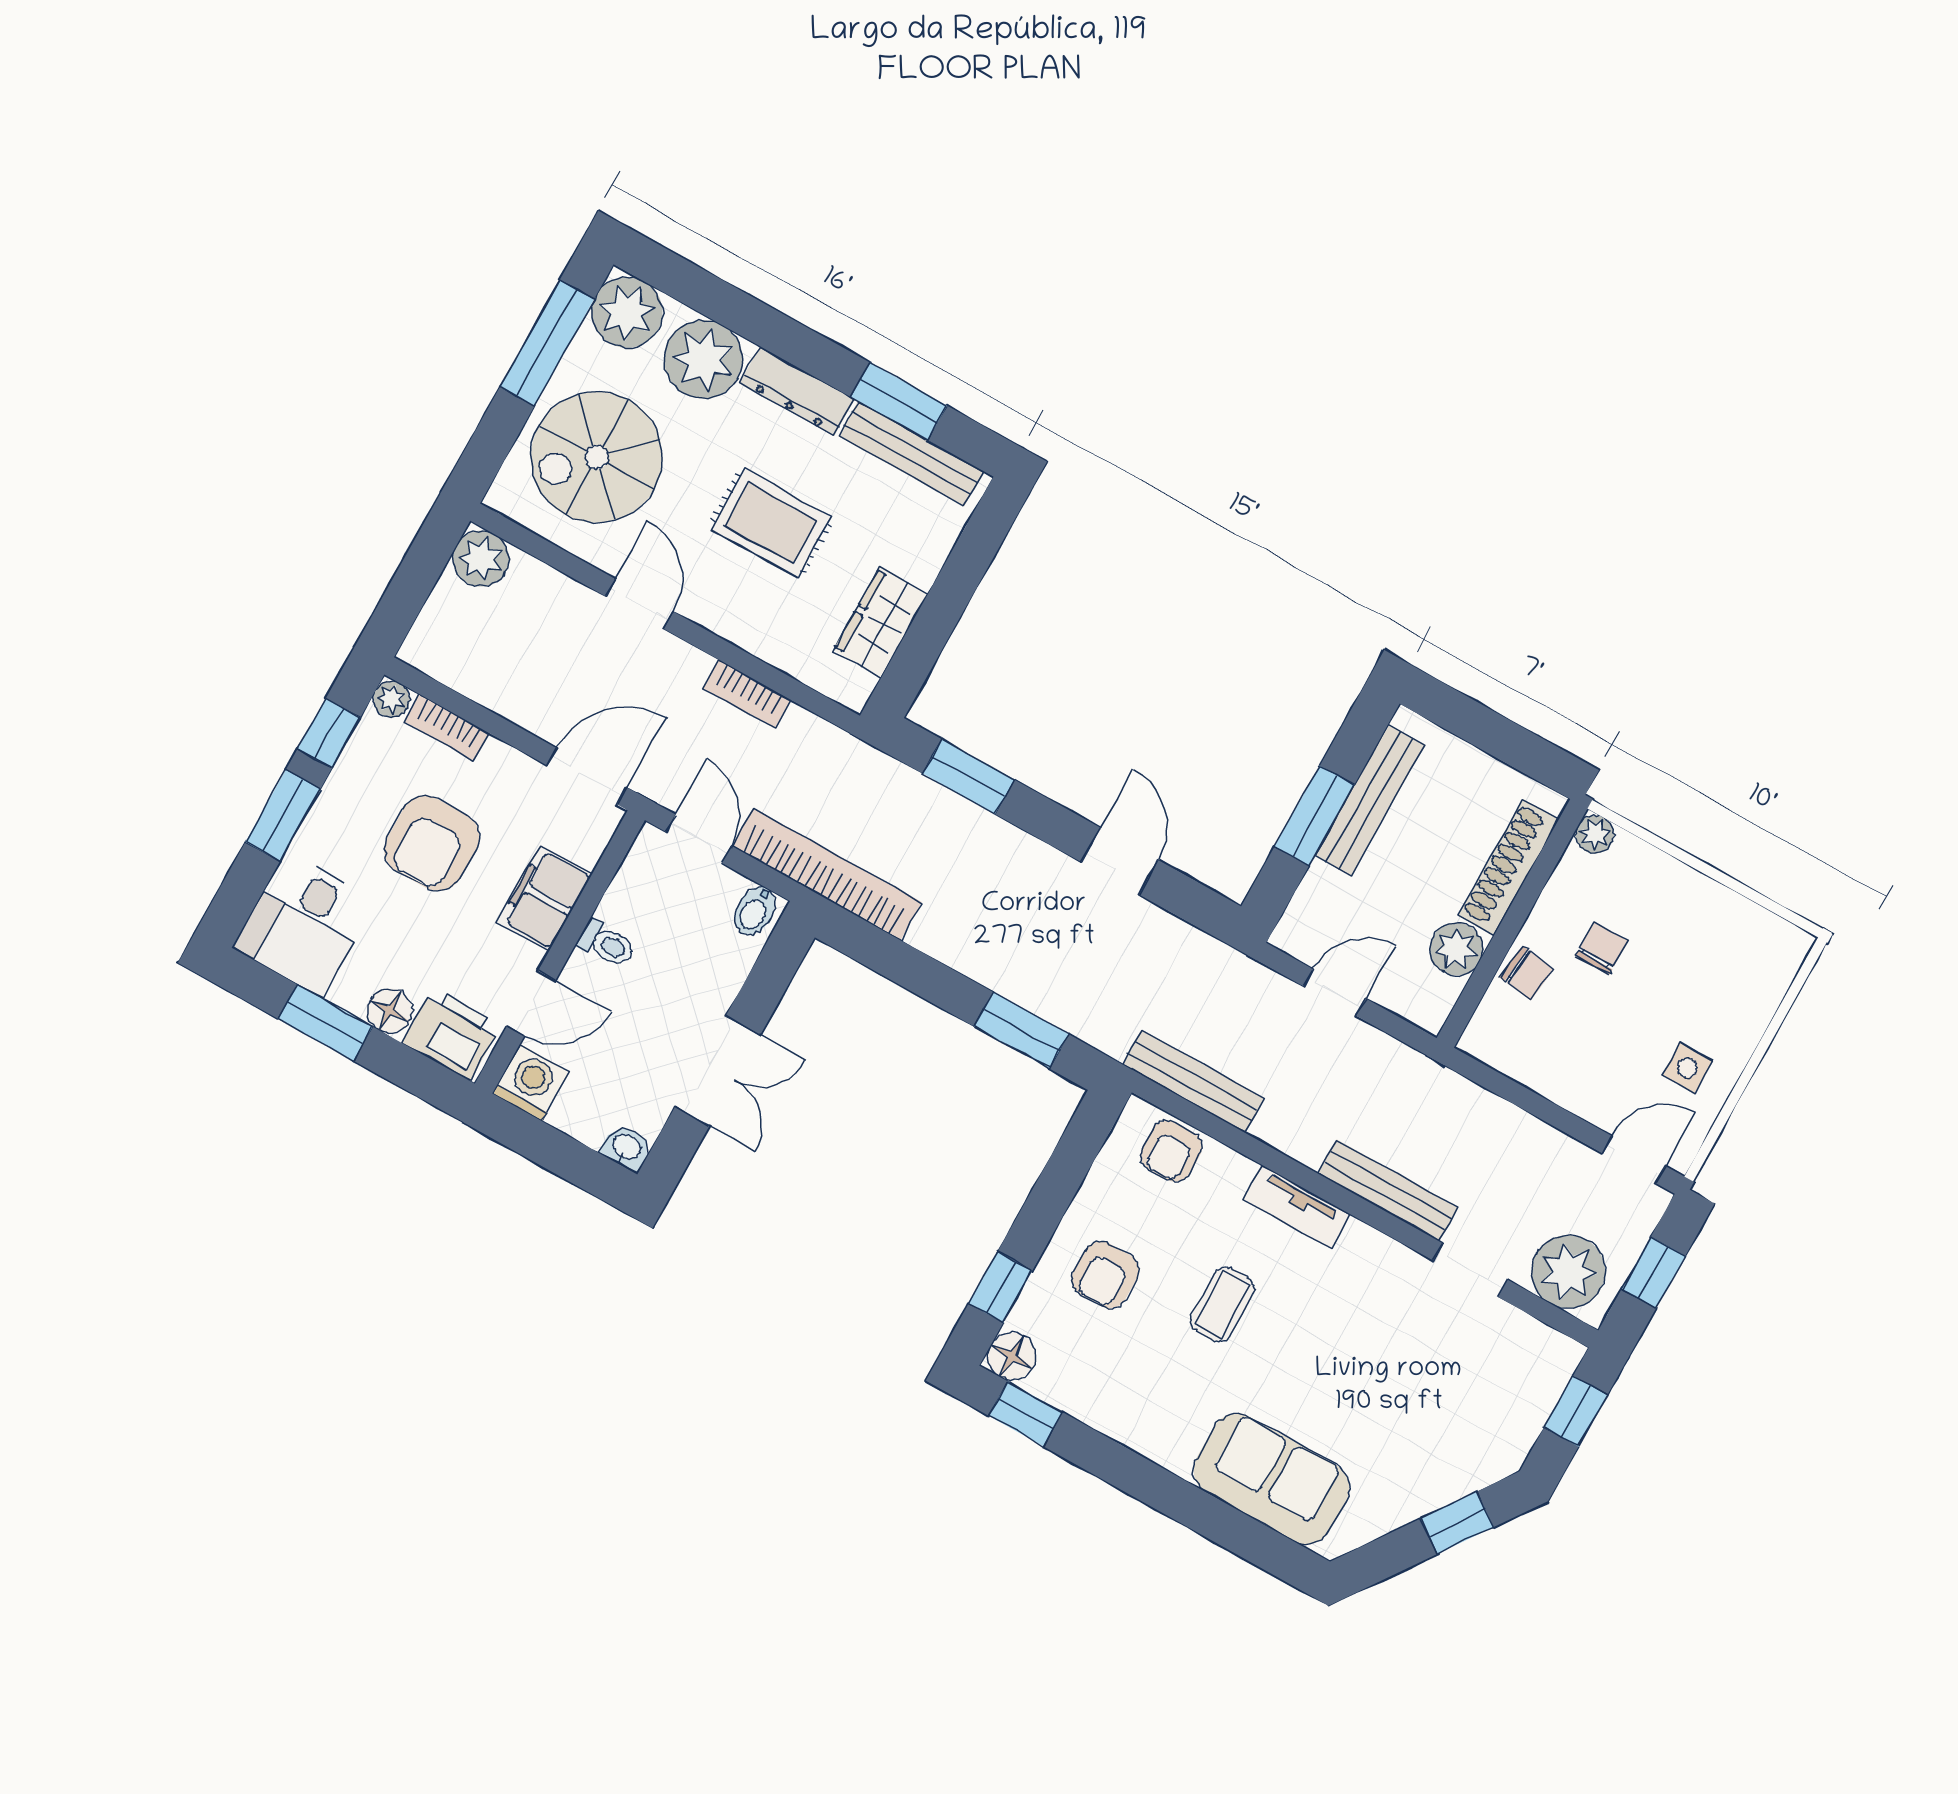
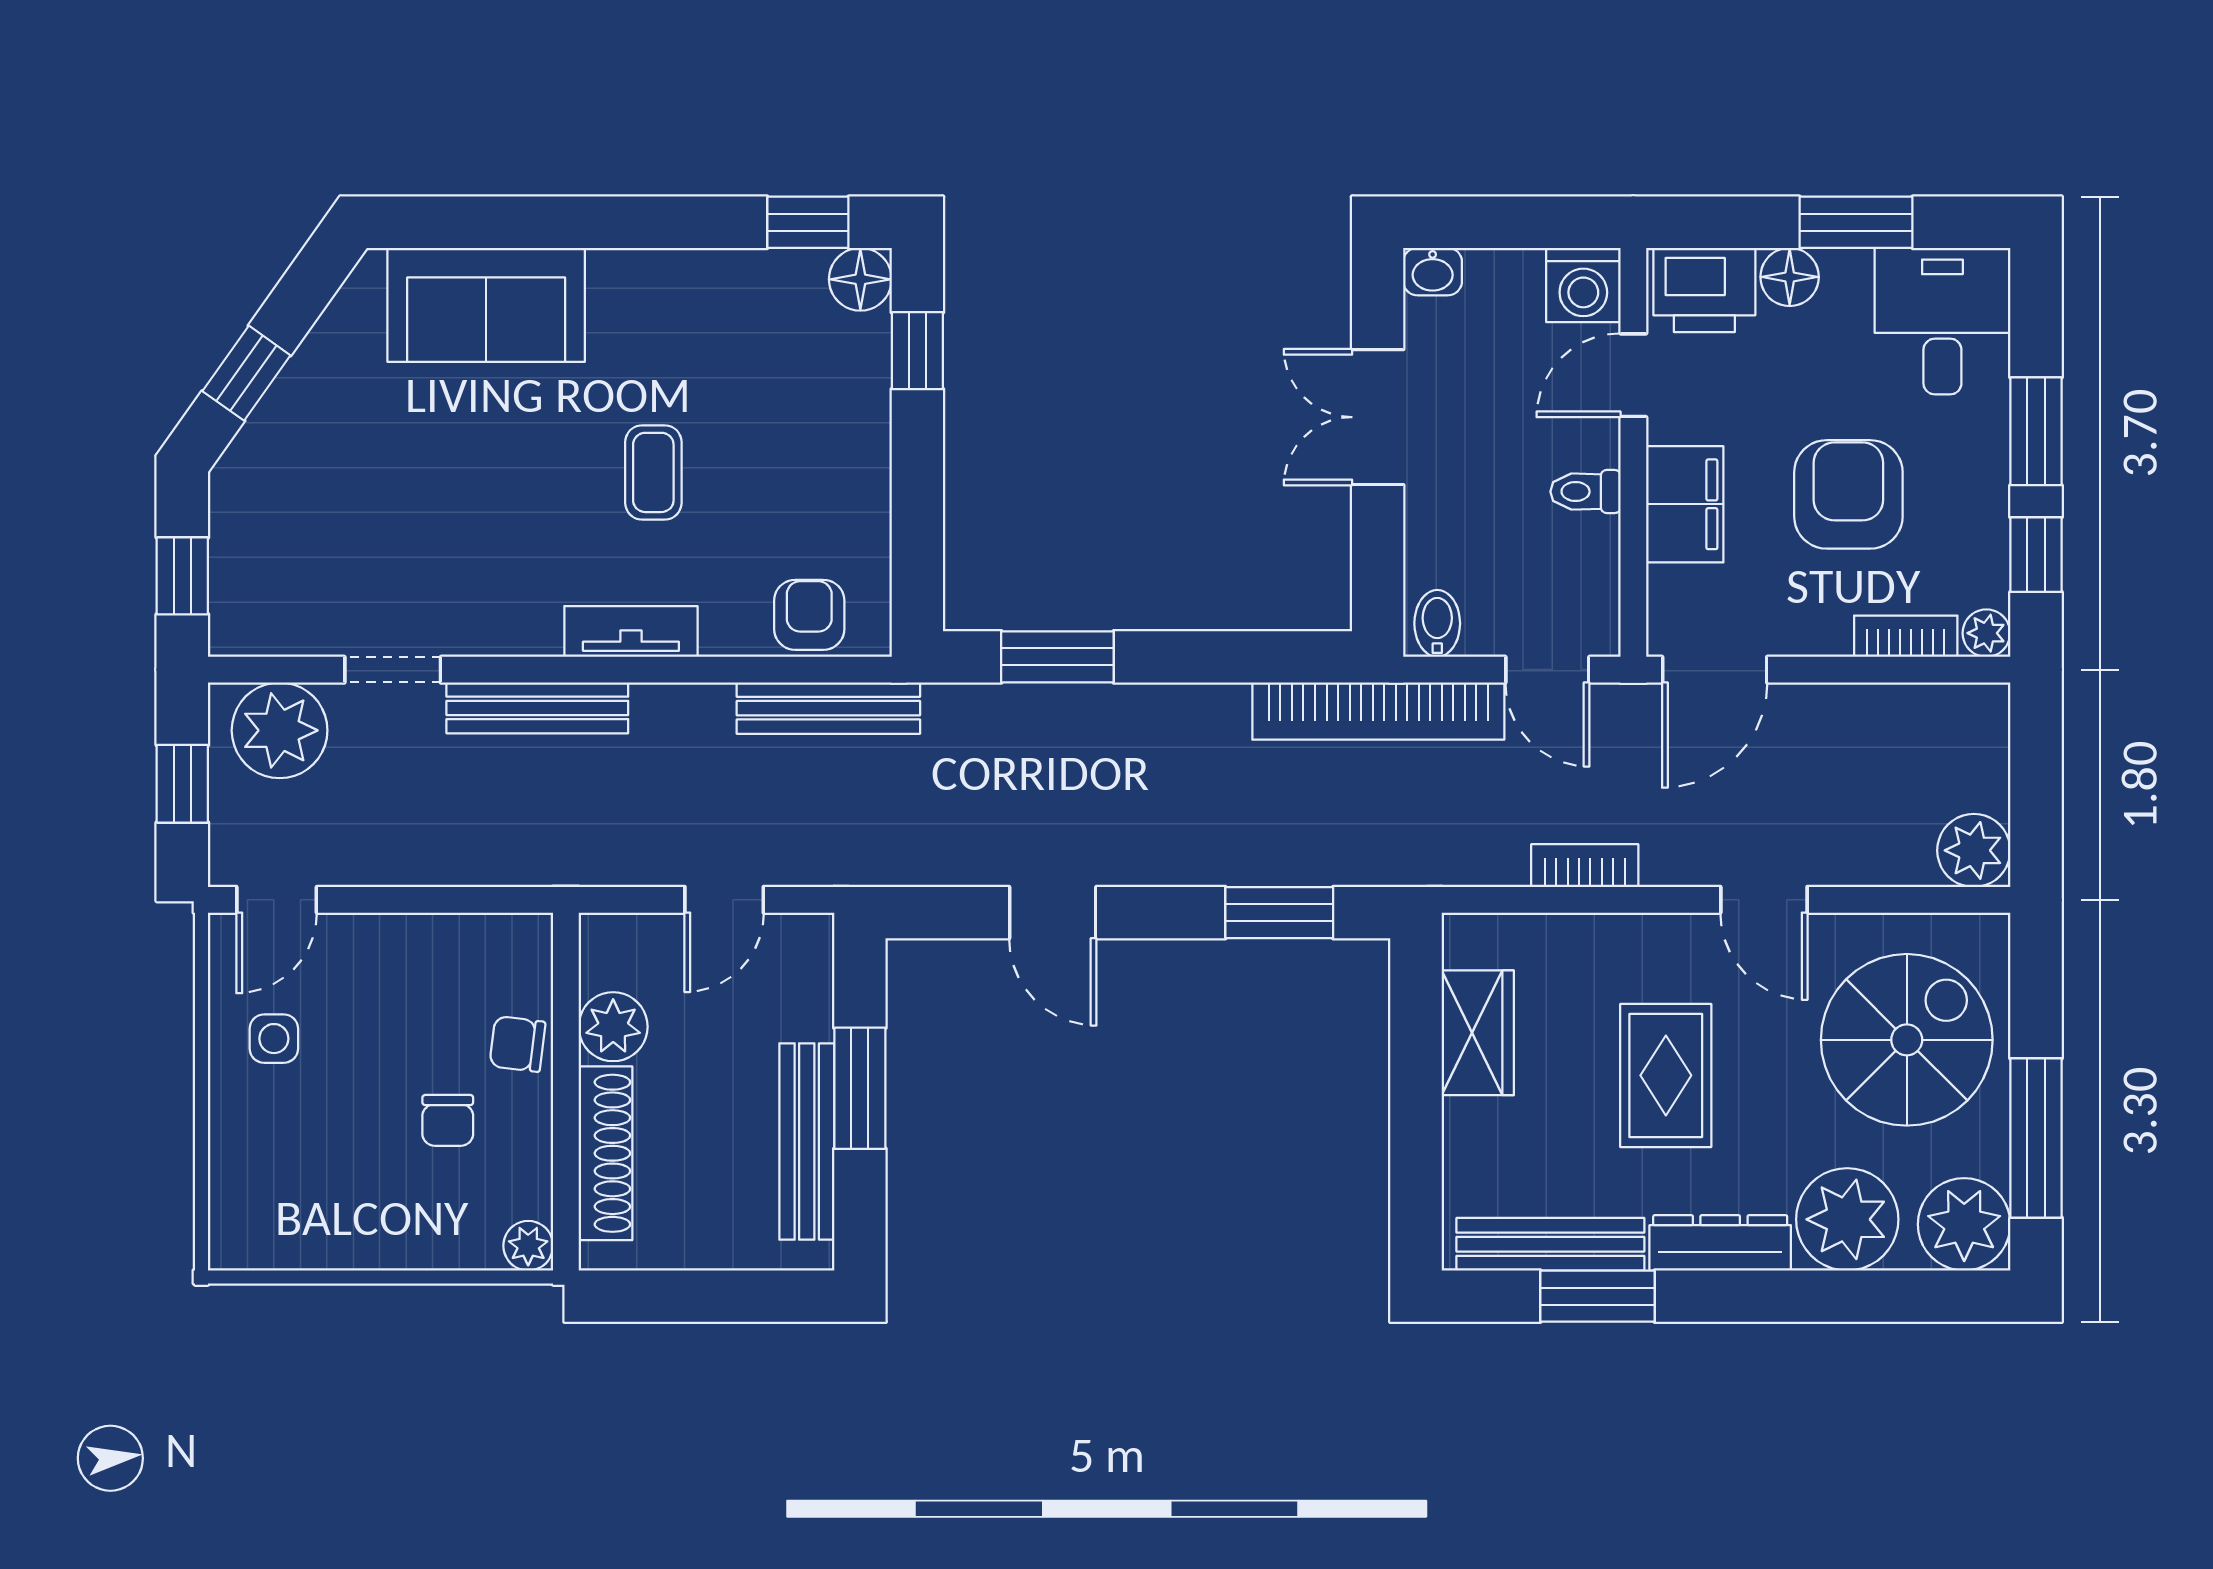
rug: (771, 523) -> (1666, 1075), turned 90
armchair: (1105, 1275) -> (806, 432), removed

